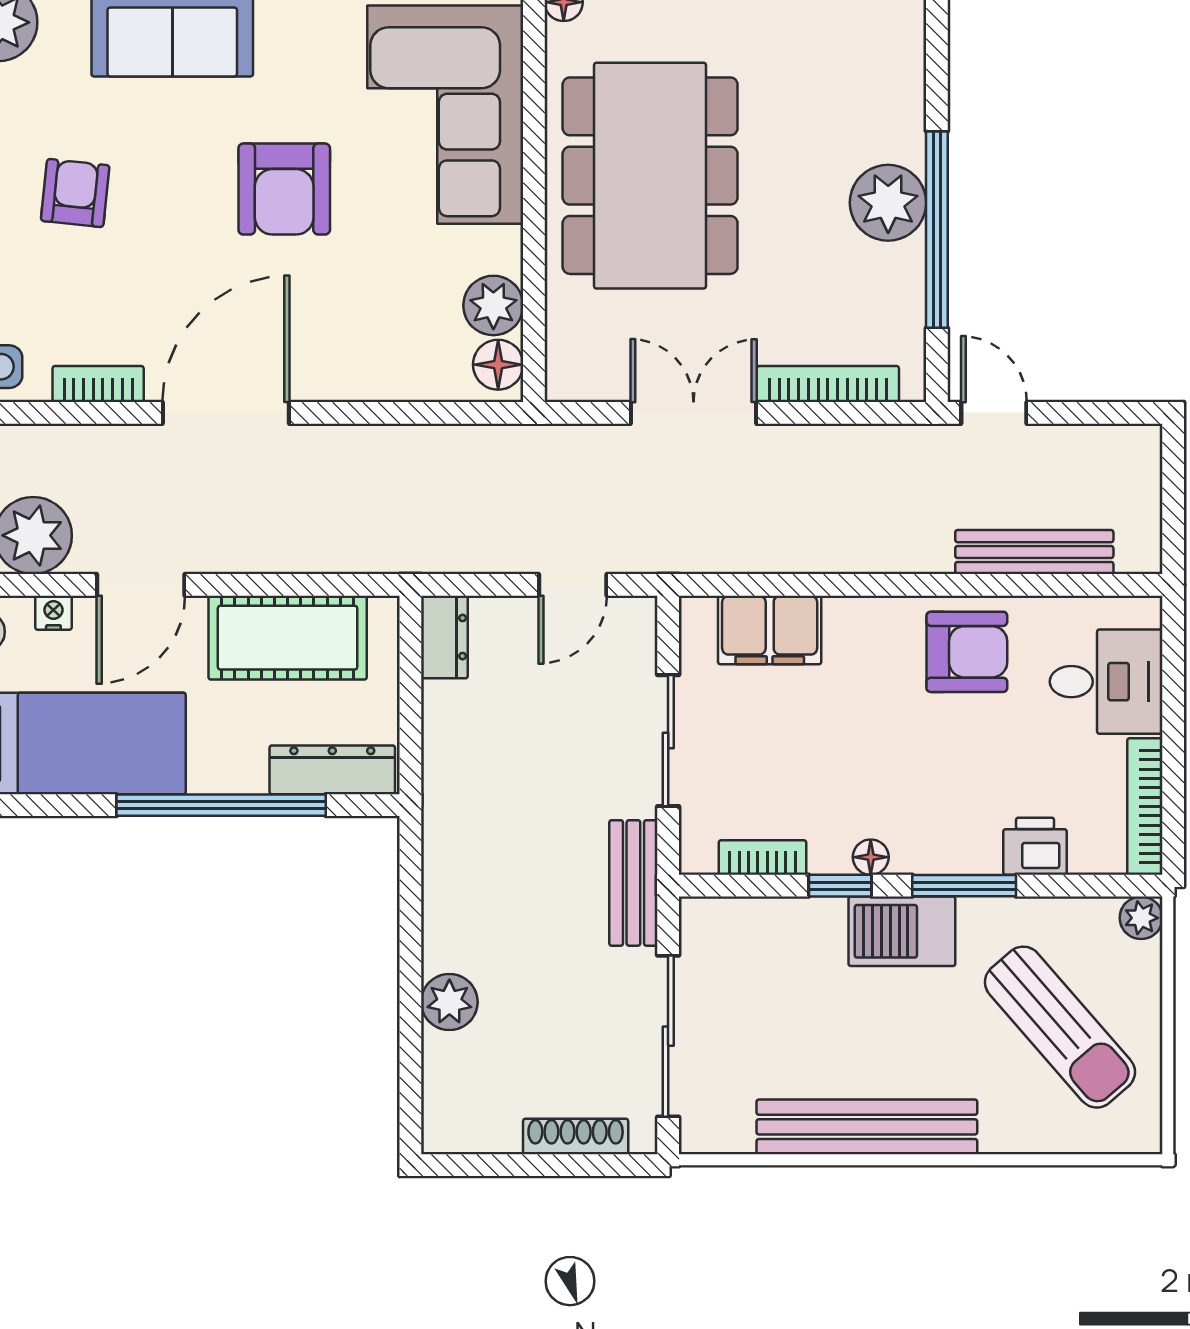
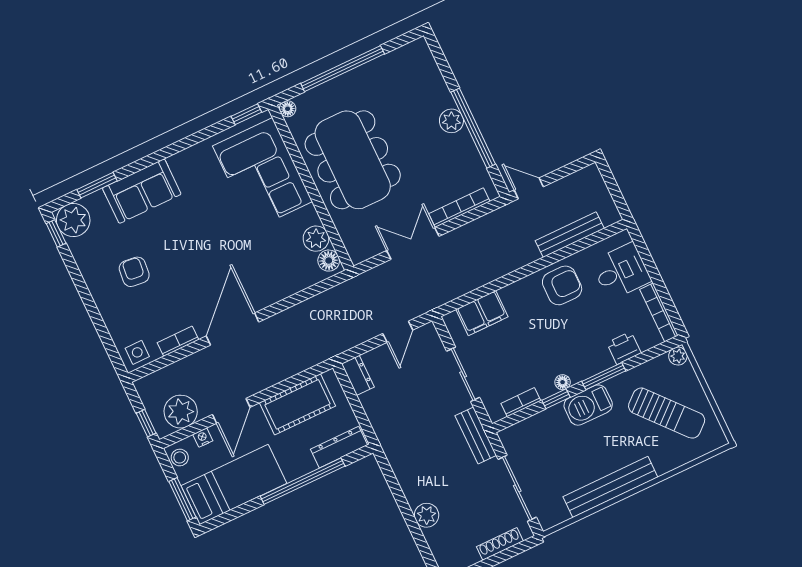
armchair: (284, 189) -> (214, 232), removed
plant: (888, 203) -> (451, 121), width x0.73, depth x0.73

